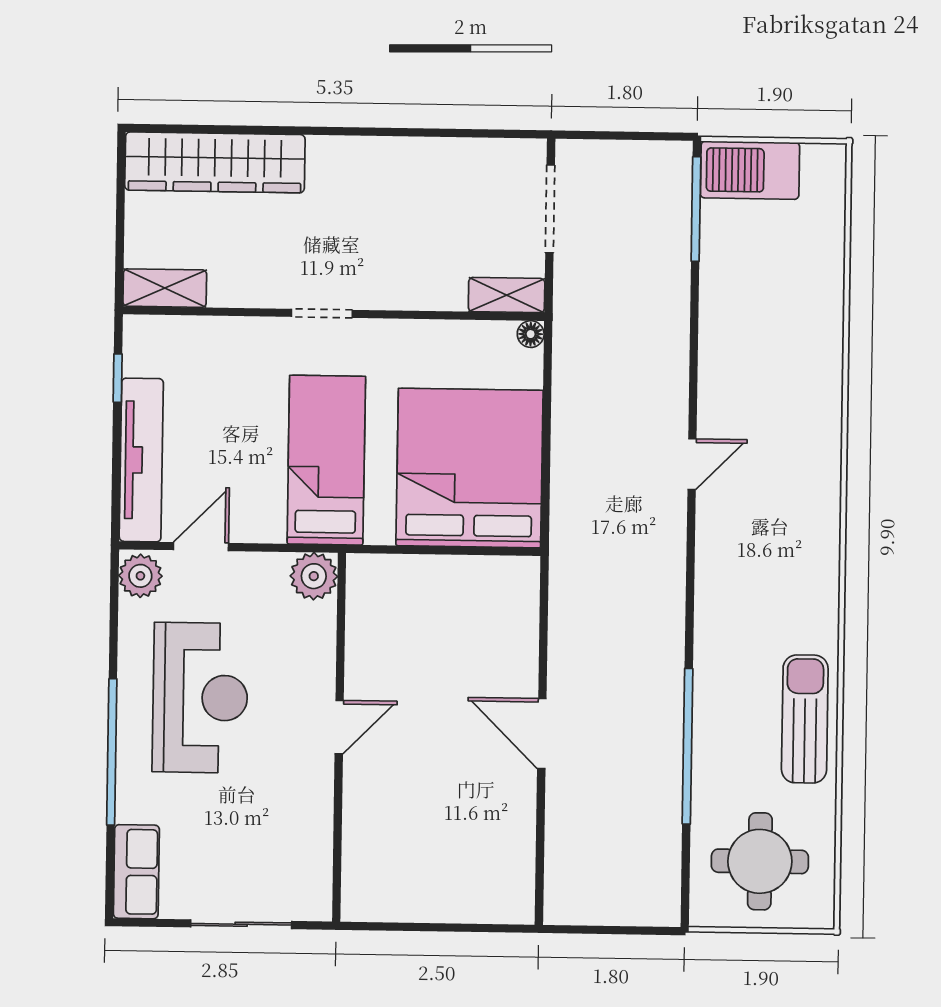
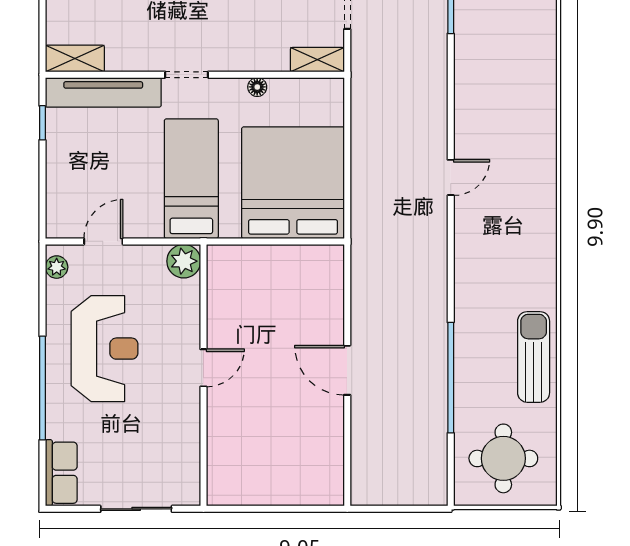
floor lamp: (531, 334) -> (257, 87), moved
tv unit: (141, 460) -> (103, 92), moved, turned 90
plant: (140, 576) -> (57, 267), width x0.73, depth x0.73

